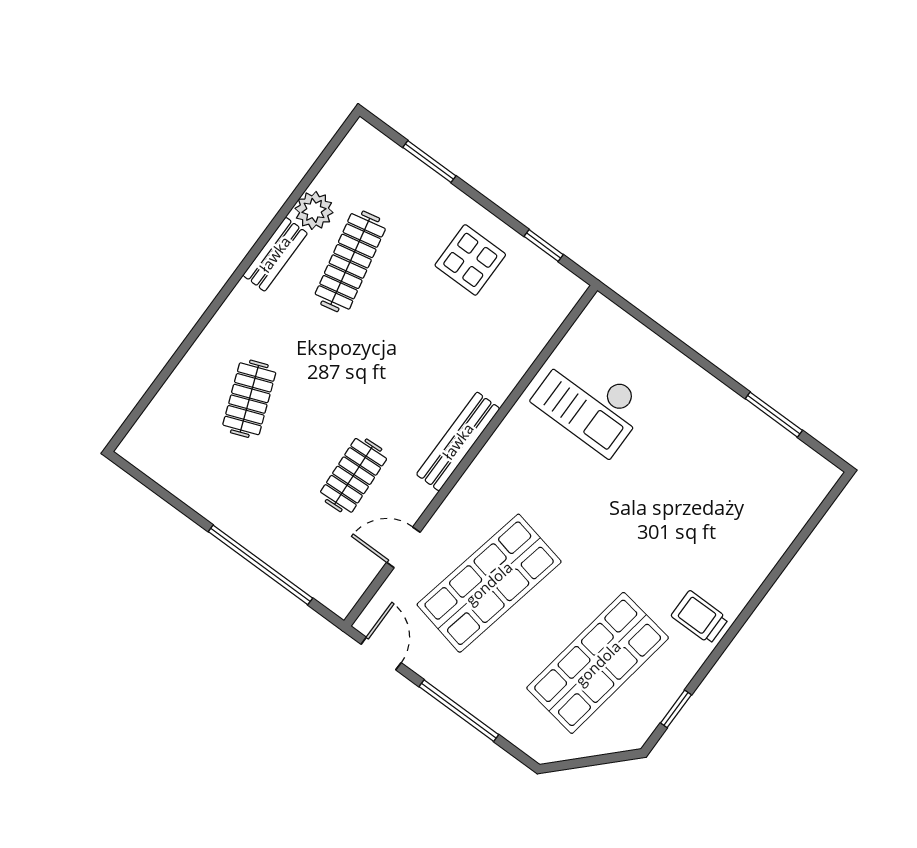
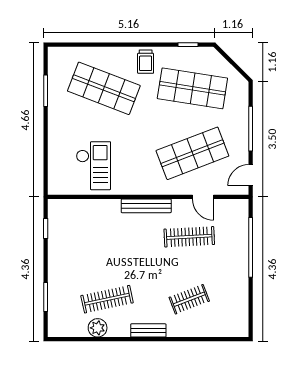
bench: (275, 254) -> (148, 330), moved
display table: (470, 260) -> (72, 253), removed
clothes rail: (354, 475) -> (189, 237), width x1.36
shop shelf: (706, 515) -> (104, 88), added
shop shelf: (489, 583) -> (192, 153), turned -33

